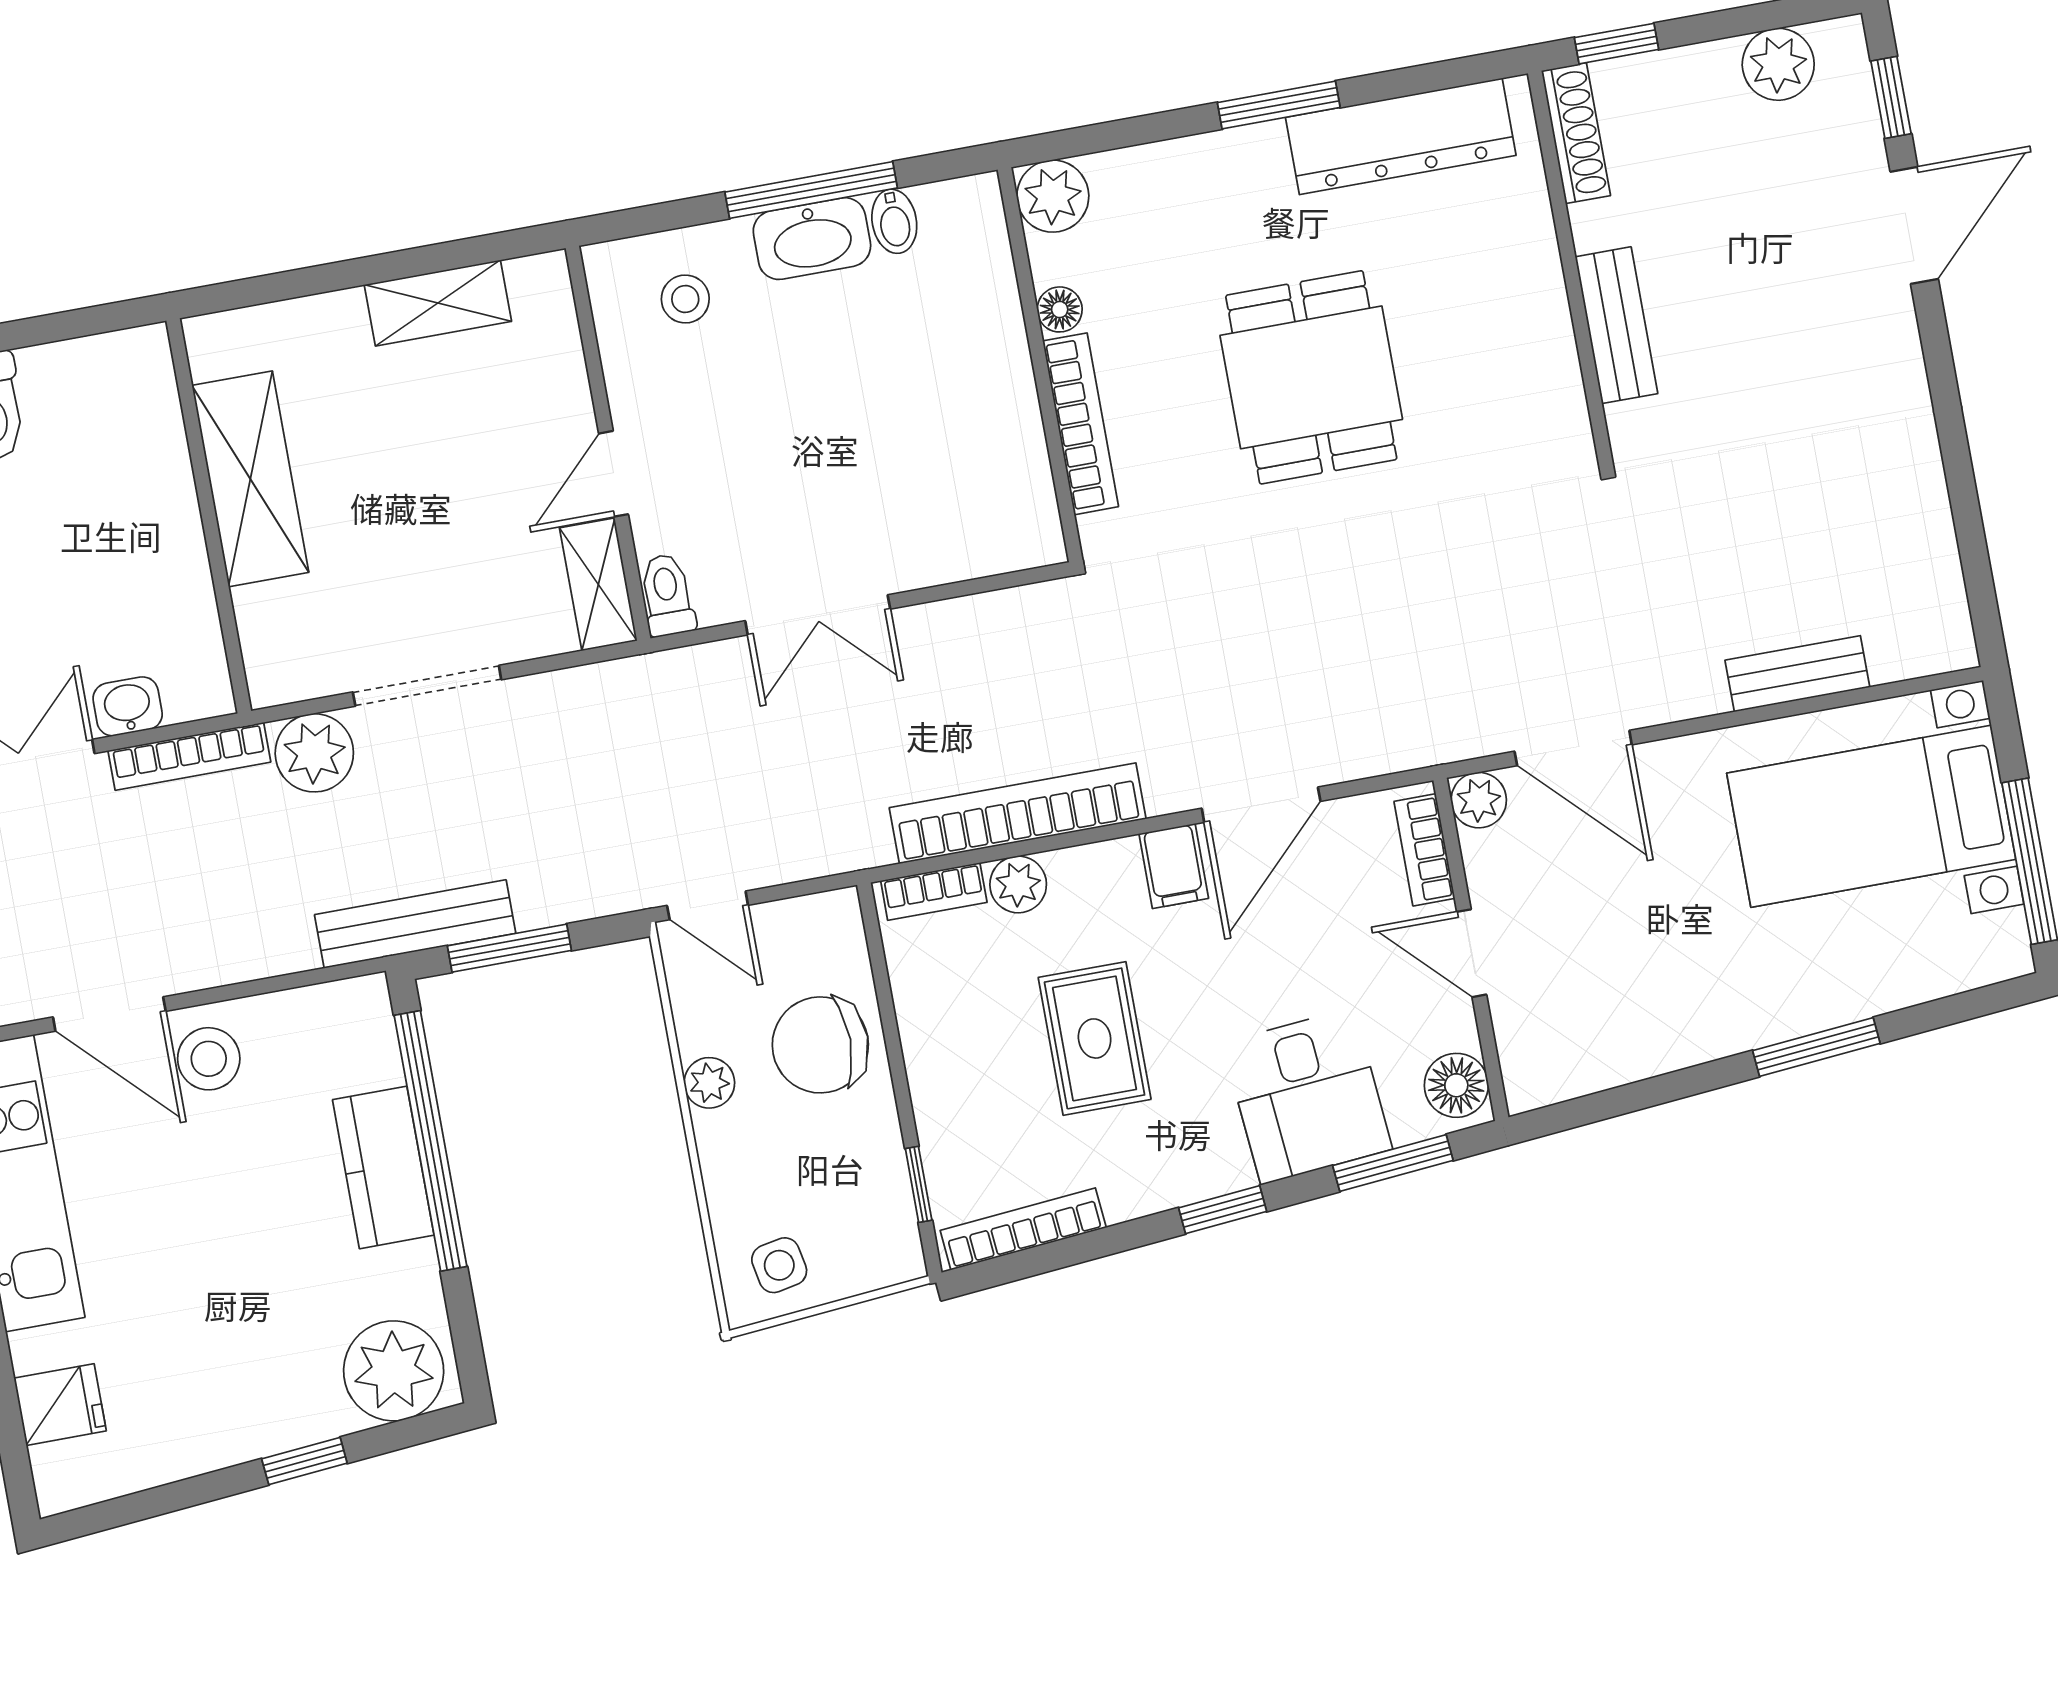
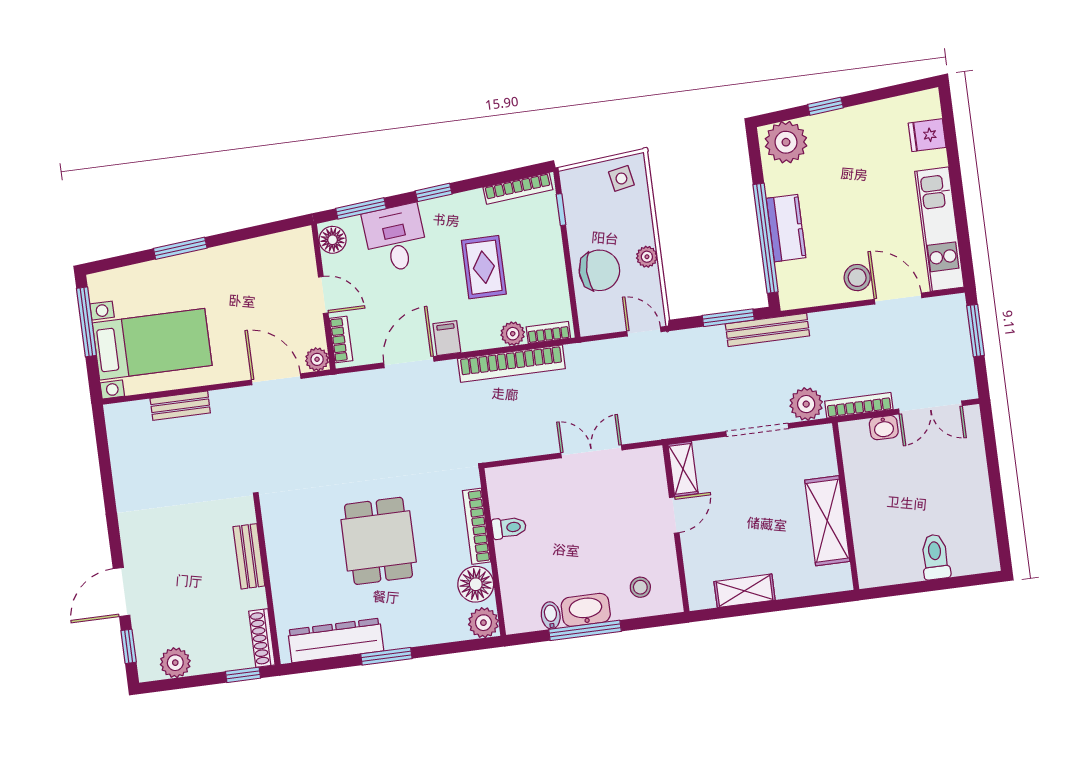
floor lamp: (1060, 309) -> (476, 584), width x1.89, depth x1.89
toilet: (667, 595) -> (509, 528), moved, turned -90

